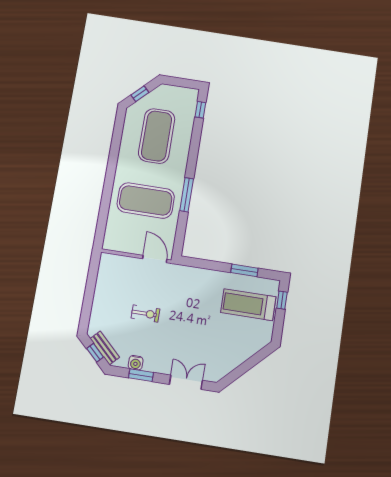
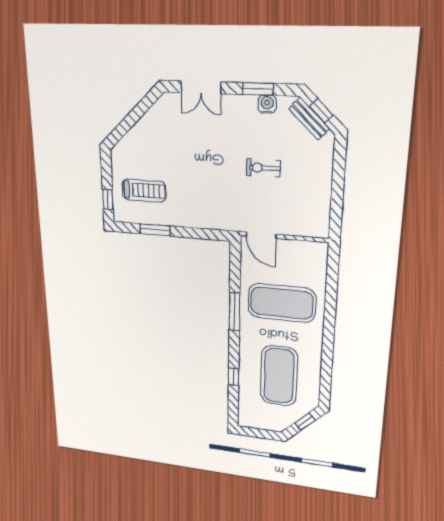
window: (200, 110) -> (234, 377), moved
treadmill: (248, 305) -> (144, 190), width x0.73, depth x0.73

